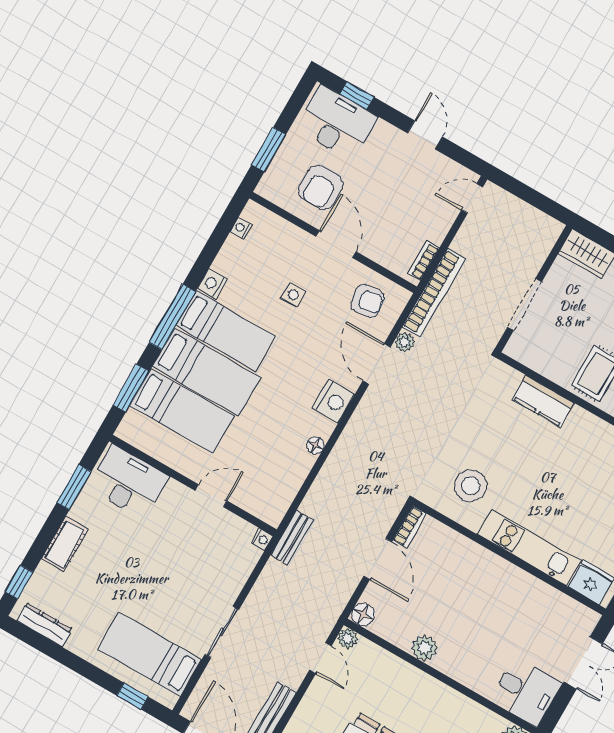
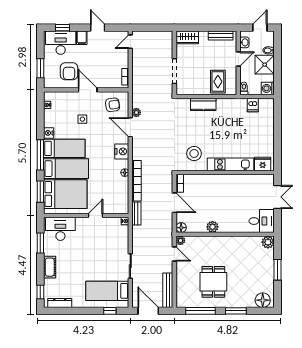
filing cabinet: (383, 137) -> (82, 38), added
bookcase: (434, 293) -> (137, 181), moved
bed: (182, 411) -> (65, 194), width x1.50

